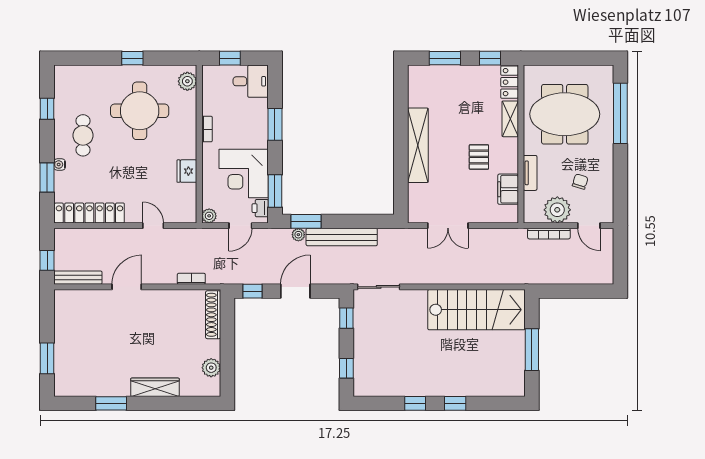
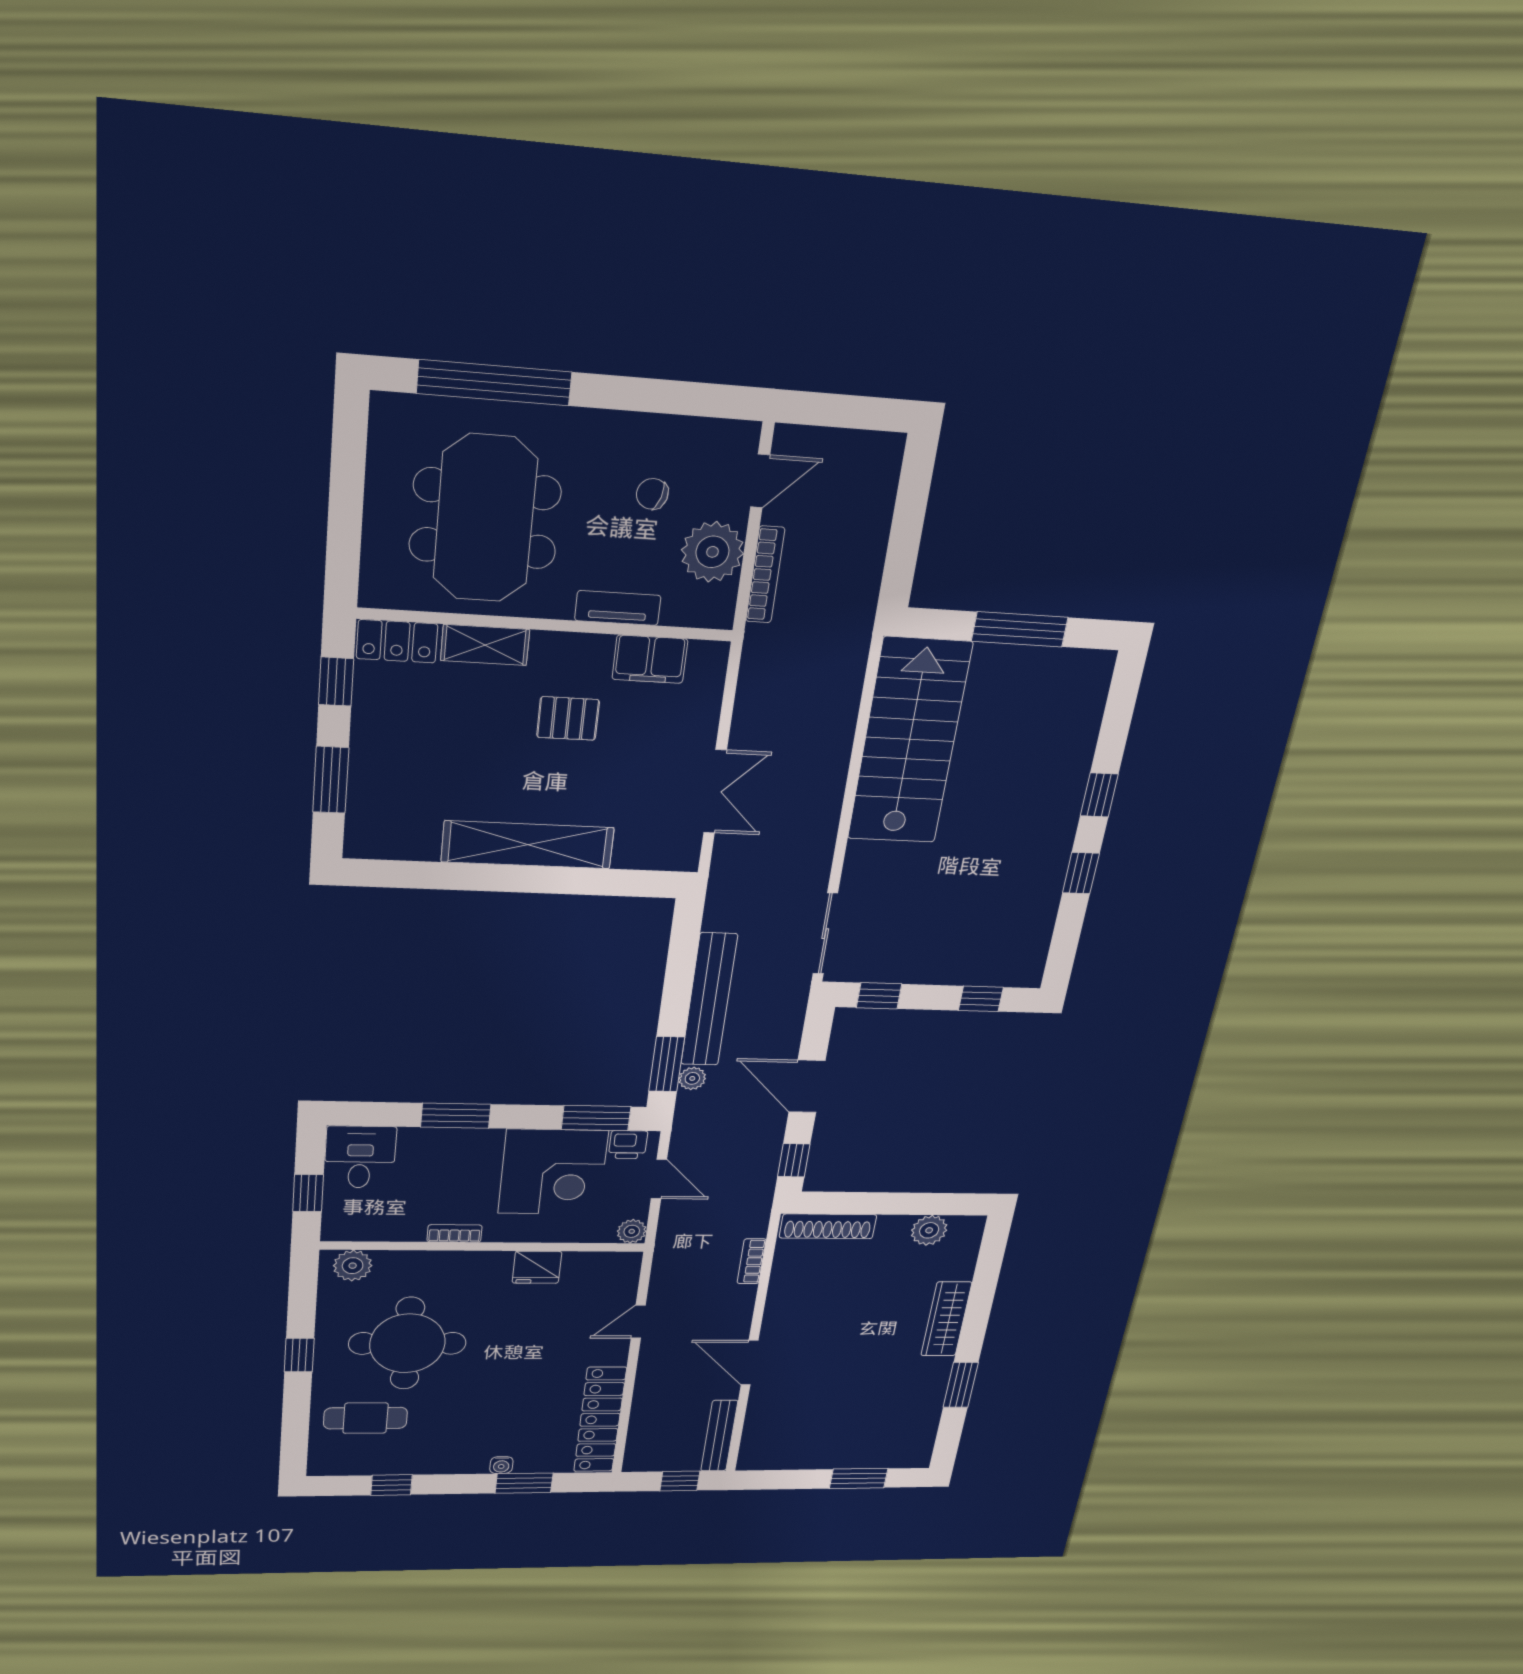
cafe table: (83, 135) -> (365, 1418), moved

